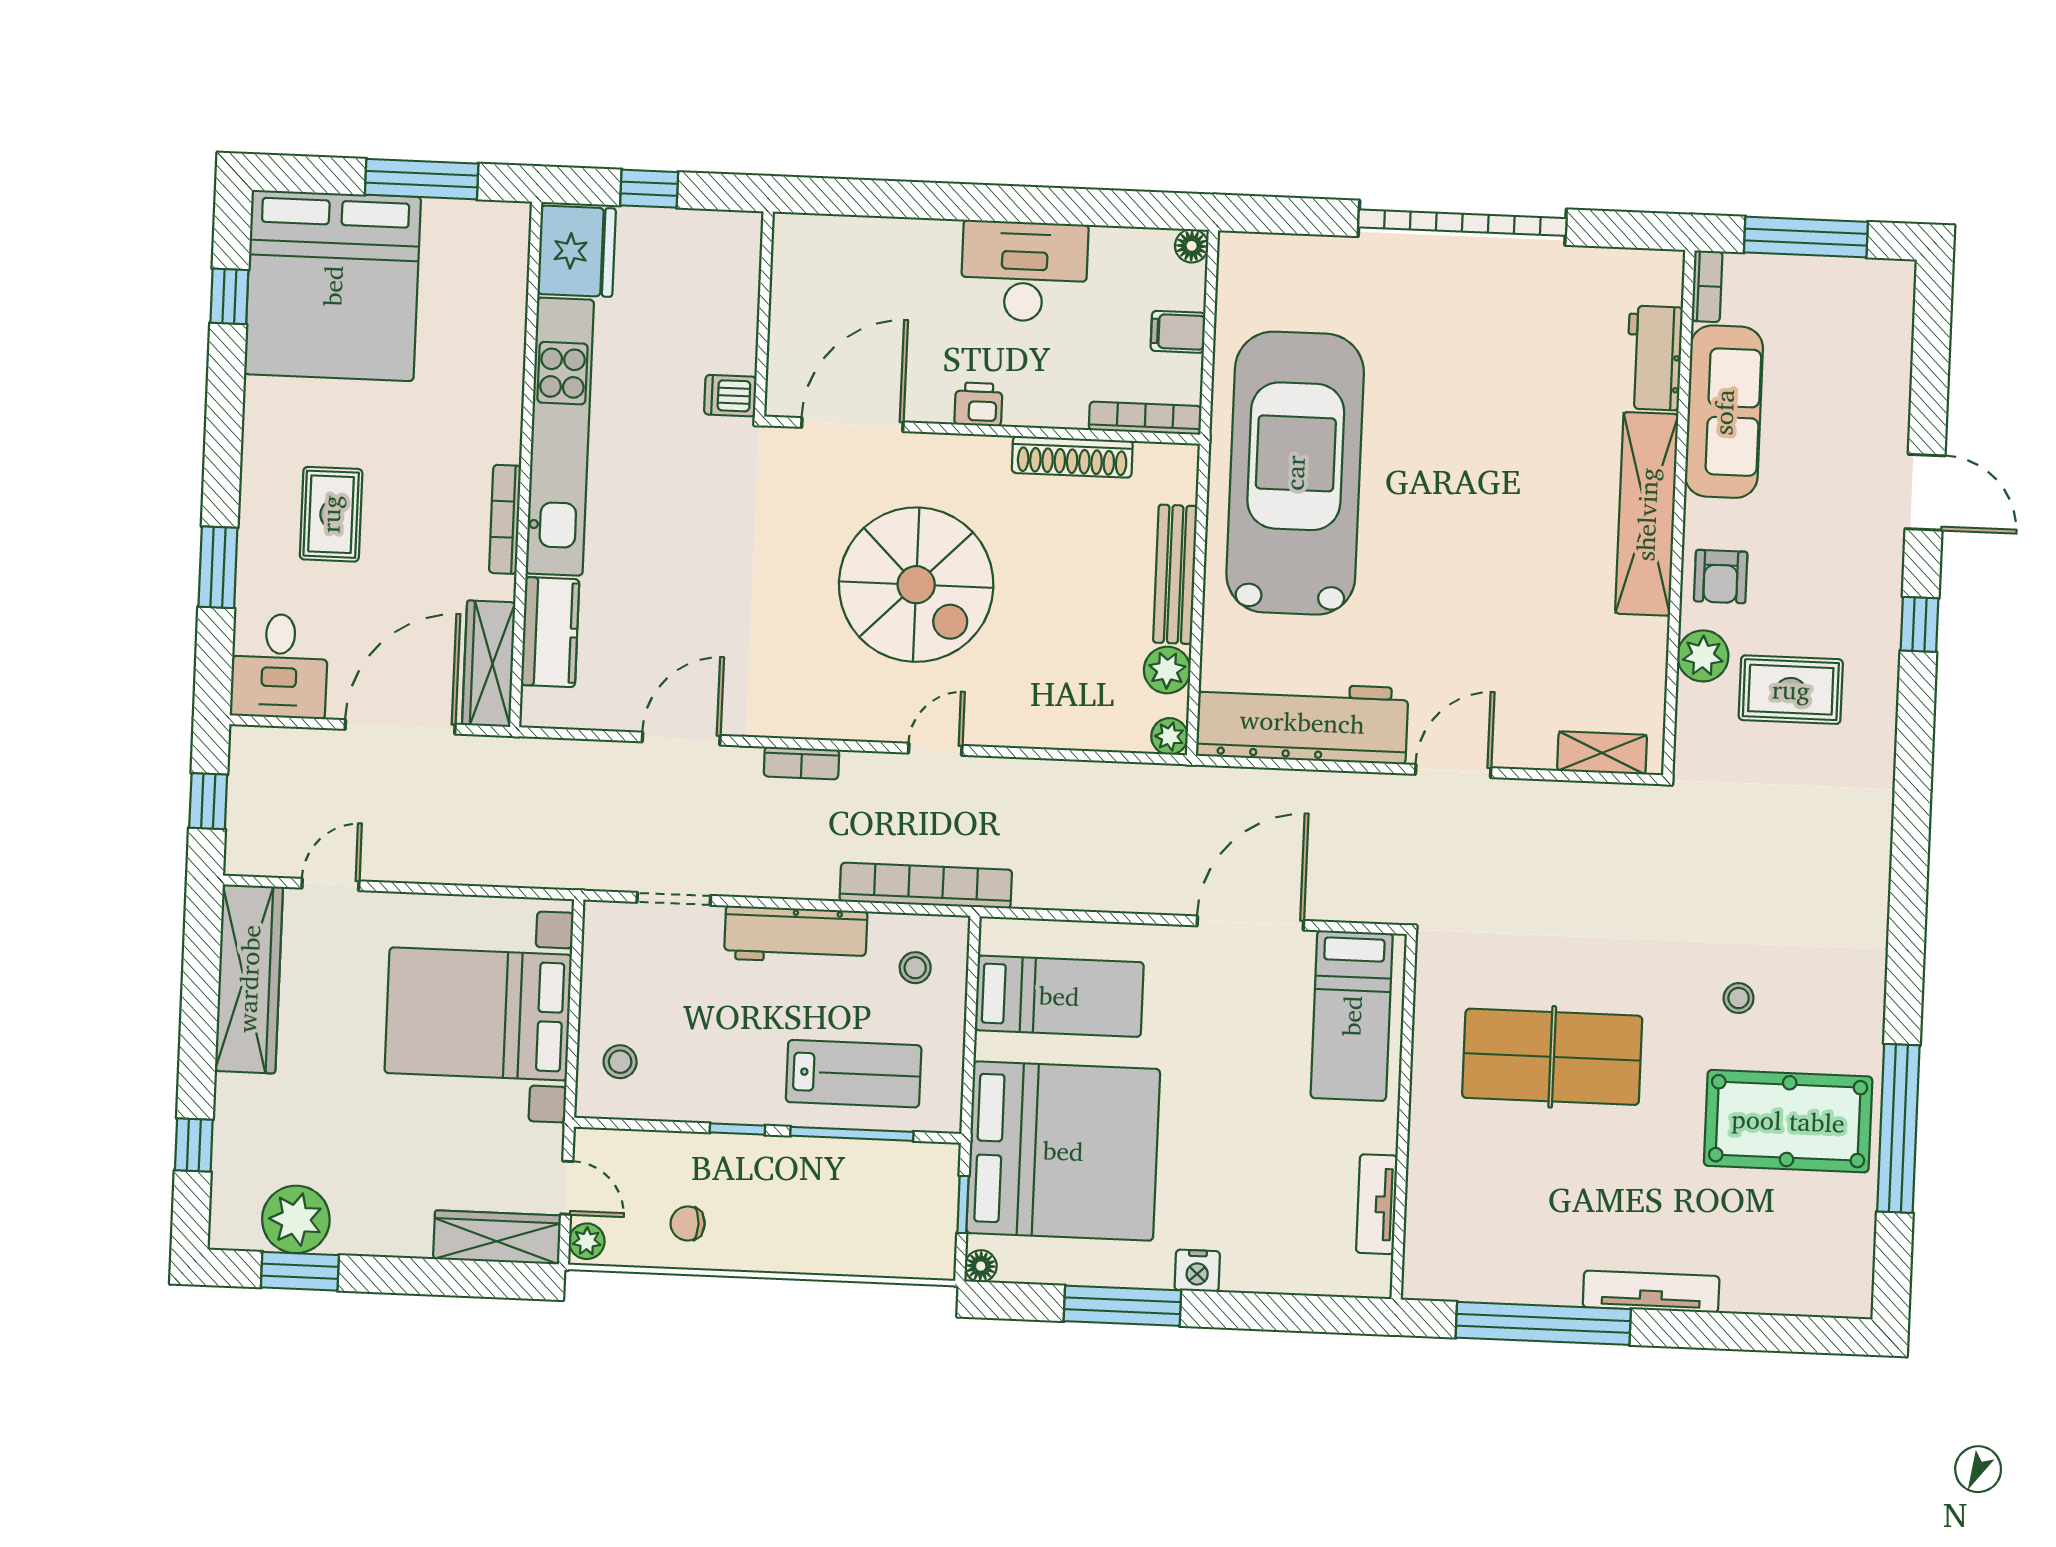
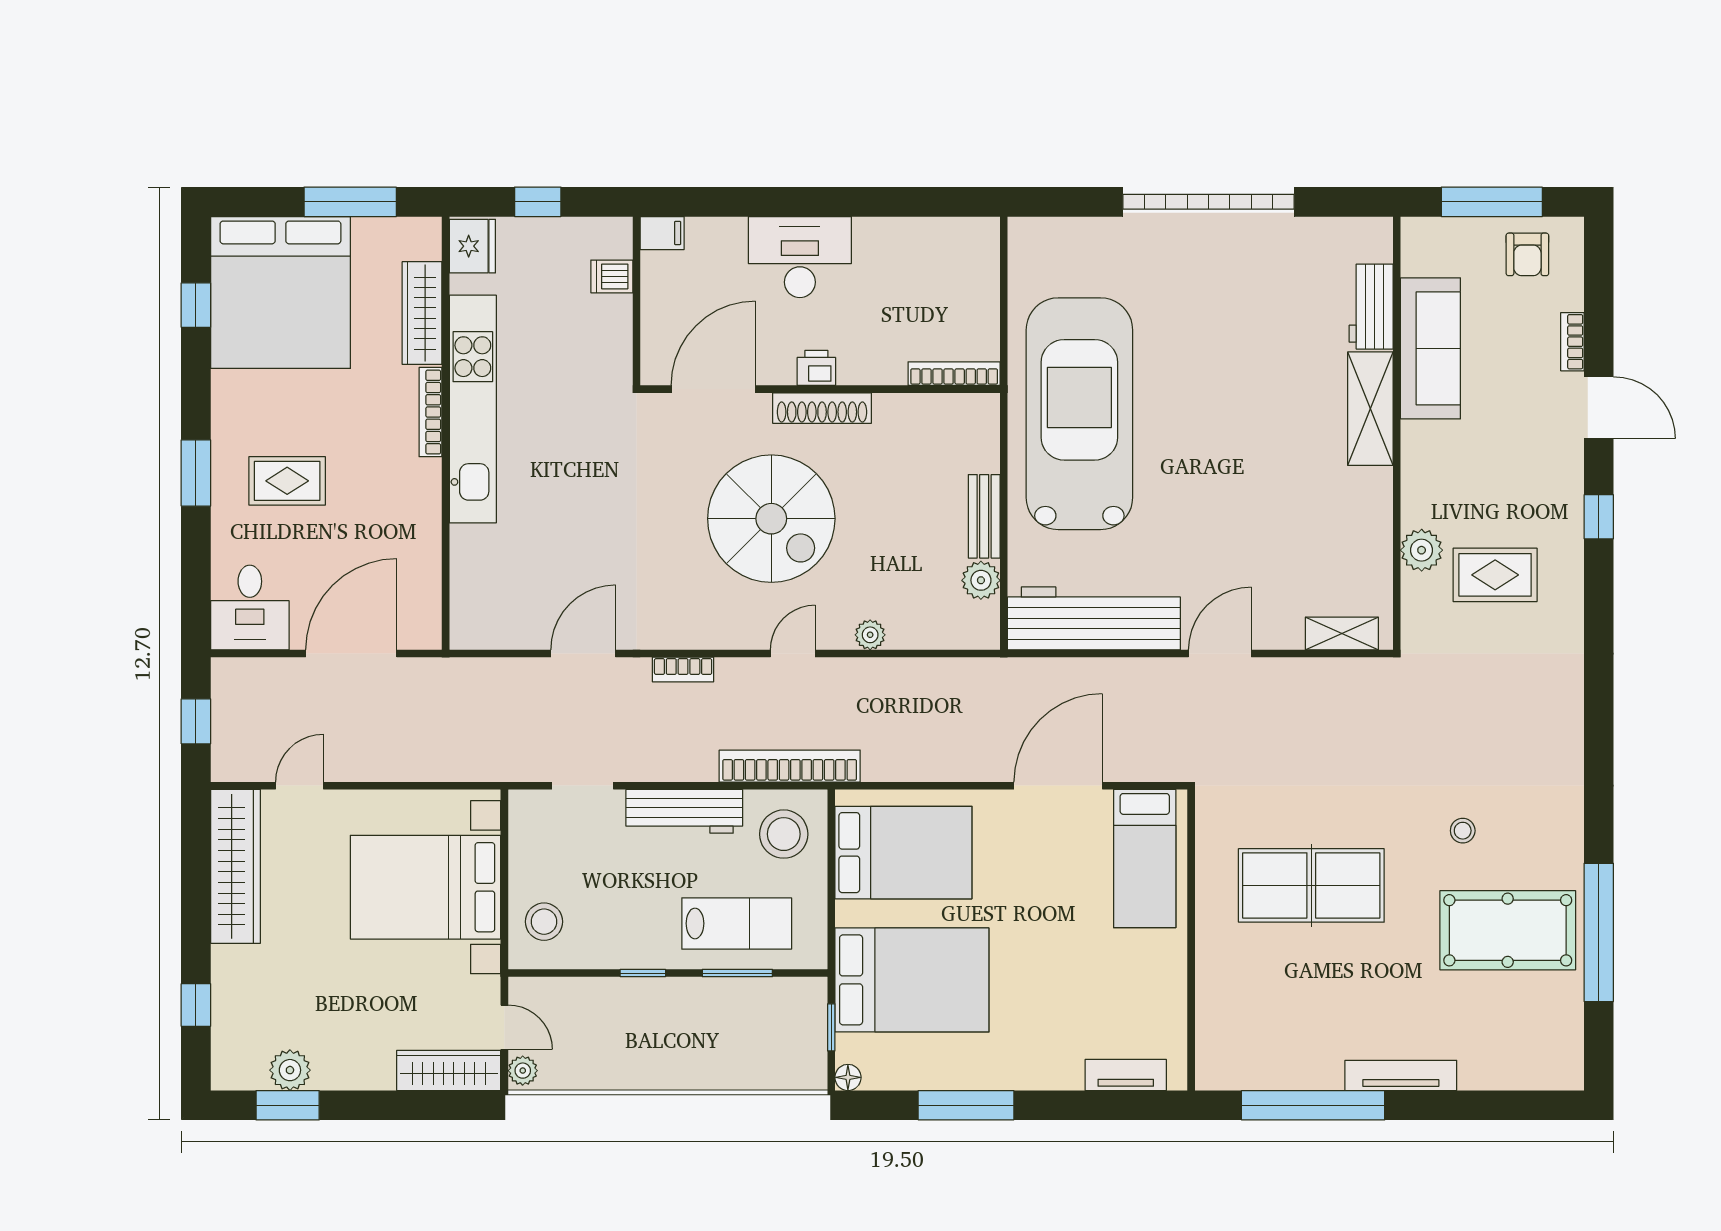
floor lamp: (1192, 246) -> (986, 230), removed
fridge: (577, 251) -> (472, 246), width x0.73, depth x0.75
desk: (1024, 271) -> (800, 257), moved
bookcase: (1707, 286) -> (1572, 342), moved, turned 180
filing cabinet: (1178, 332) -> (662, 233), moved, turned 180
dishwasher: (730, 396) -> (612, 276), moved
shoe rack: (1072, 457) -> (822, 408), moved
rug: (331, 514) -> (287, 481), turned 90
shelving: (1647, 514) -> (1370, 409), width x0.68
bookcase: (505, 519) -> (431, 412), moved
window: (218, 567) -> (196, 473), moved
bench: (1175, 574) -> (984, 516), width x0.73
armchair: (1721, 577) -> (1527, 254), moved
kitchen counter: (550, 632) -> (472, 570), removed
wardrobe: (489, 664) -> (422, 313), moved
plant: (1169, 736) -> (870, 635), moved
stool: (915, 968) -> (784, 834), width x1.89, depth x1.89
bed: (1059, 996) -> (903, 853), width x1.50
stool: (620, 1062) -> (544, 922), width x1.37, depth x1.37
window: (852, 1134) -> (737, 973), width x0.69
bed: (1063, 1151) -> (912, 980), width x0.73
tv unit: (1377, 1204) -> (1126, 1075), moved, turned 90
plant: (296, 1219) -> (290, 1070), width x0.73, depth x0.73
chair: (688, 1223) -> (605, 1052), removed
nightstand: (1197, 1271) -> (1026, 1074), removed

